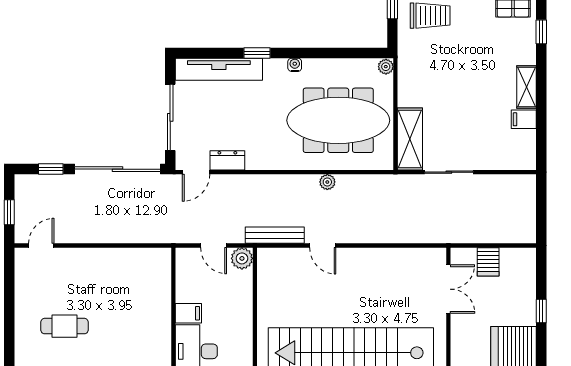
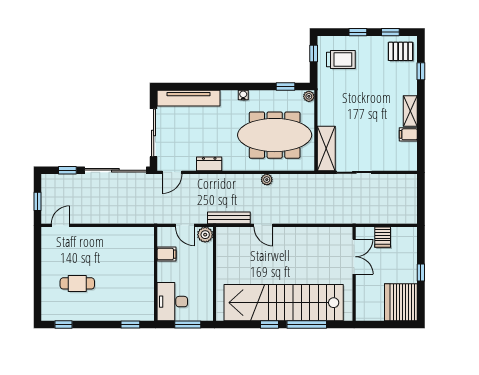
window: (257, 53) -> (286, 86), moved
dresser: (227, 160) -> (209, 164), moved
filing cabinet: (188, 313) -> (167, 254), moved

